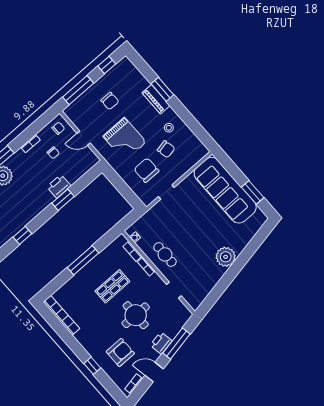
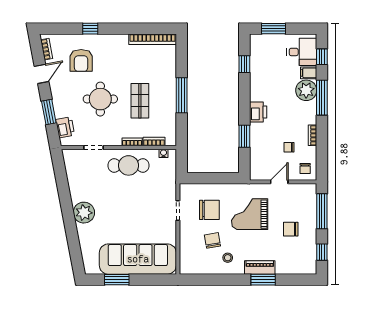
chair: (166, 149) -> (212, 240), turned 92
printer: (59, 186) -> (258, 112), moved
window: (63, 200) -> (244, 136), moved
cafe table: (165, 254) -> (129, 165), width x1.37, depth x1.35
printer: (161, 343) -> (65, 127), moved
window: (177, 343) -> (49, 112), width x0.69

